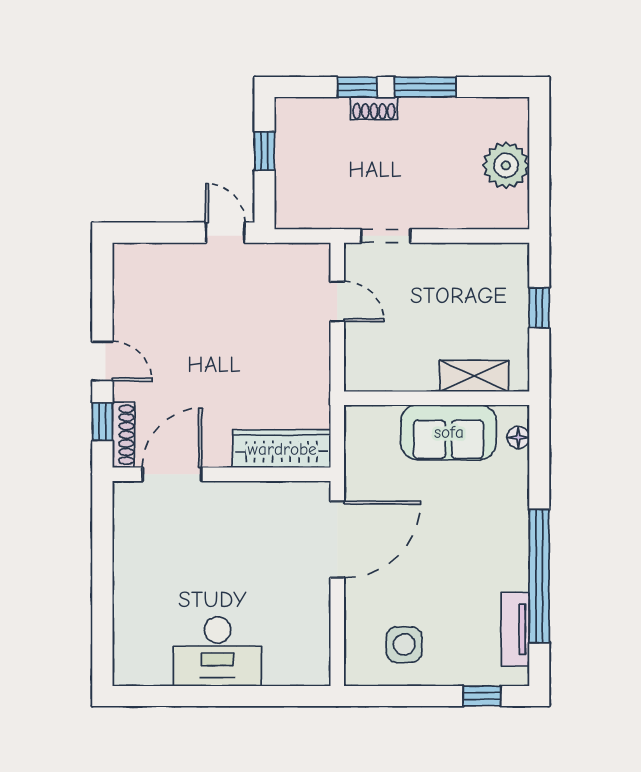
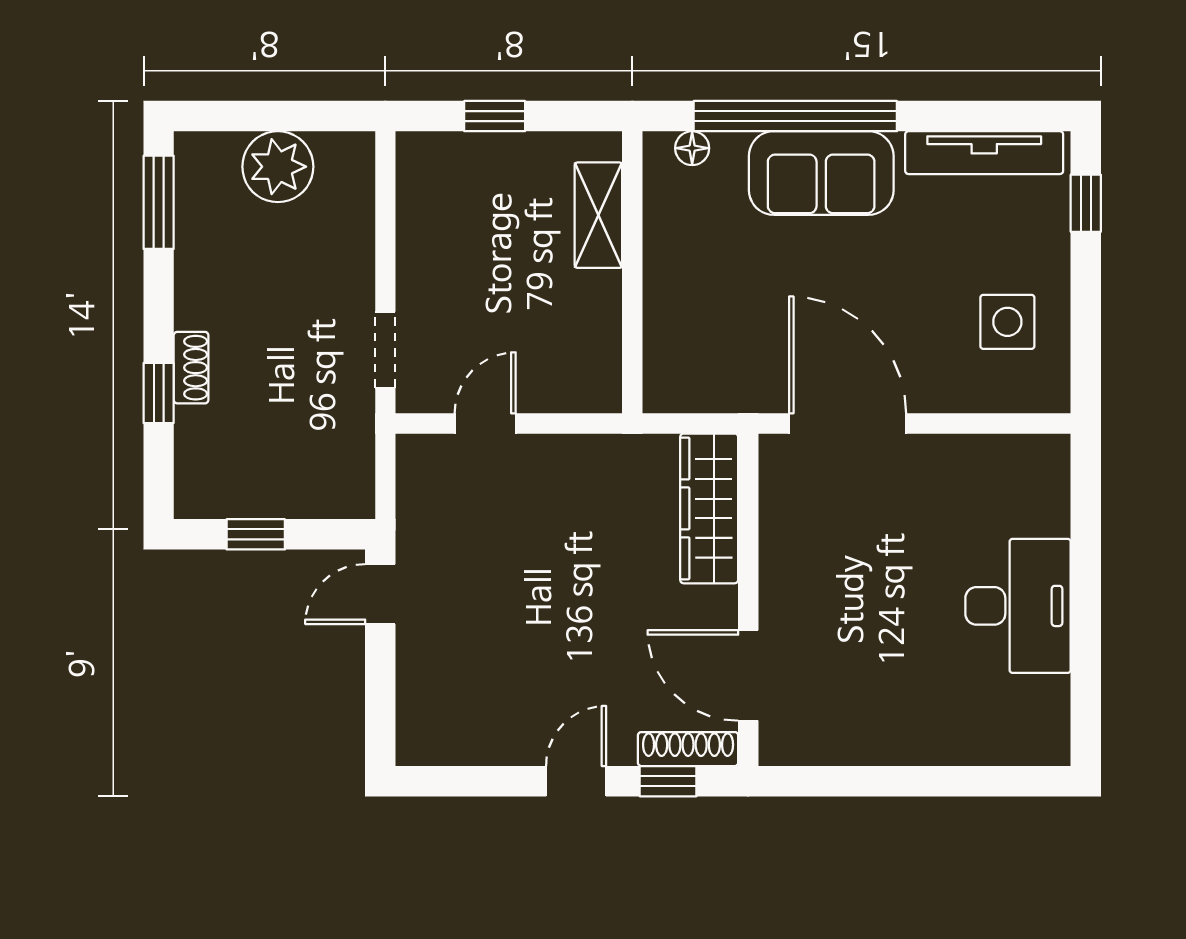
window: (425, 87) -> (159, 202), moved
sofa: (449, 432) -> (821, 173), moved, turned 90
window: (539, 576) -> (795, 116), moved
tv unit: (515, 629) -> (984, 153), width x1.41

